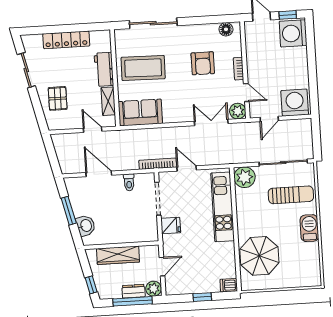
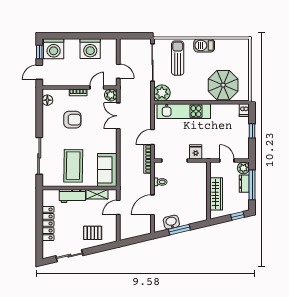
washing machine: (295, 103) -> (90, 49), moved, turned -90
washbasin: (86, 226) -> (171, 222), moved

